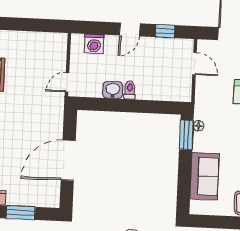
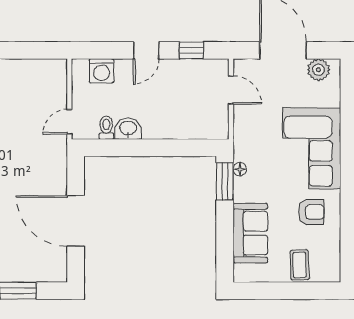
toilet: (130, 90) -> (106, 128), moved
door: (68, 160) -> (76, 221), hinge flipped

